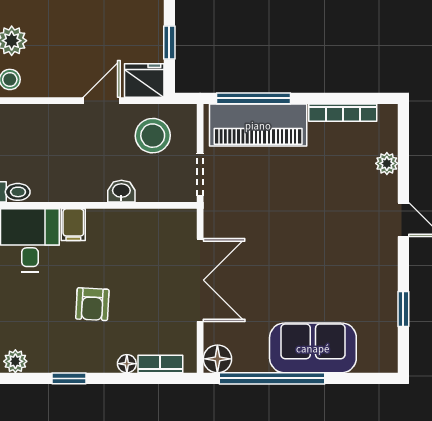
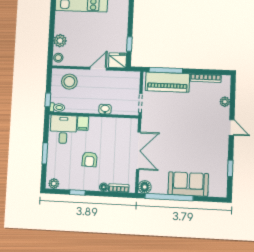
stool: (153, 136) -> (69, 82), moved

